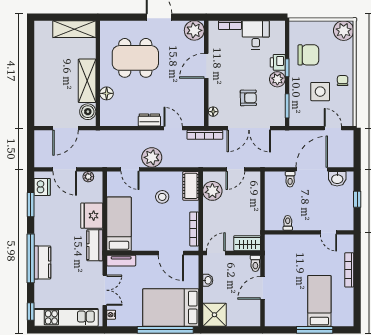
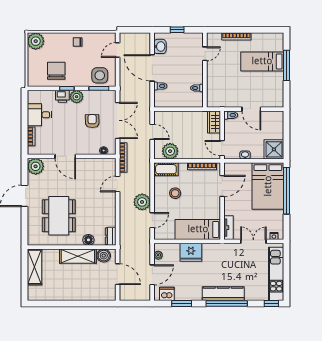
side table: (320, 92) -> (100, 75), moved
dresser: (149, 120) -> (111, 236), moved
kitchen counter: (95, 245) -> (216, 250), removed
kitchen counter: (42, 262) -> (223, 294), width x1.50

